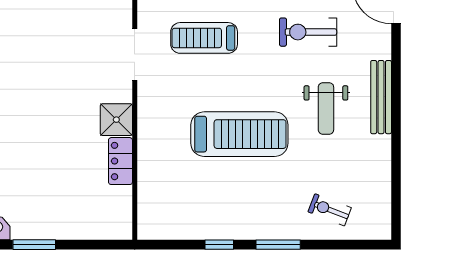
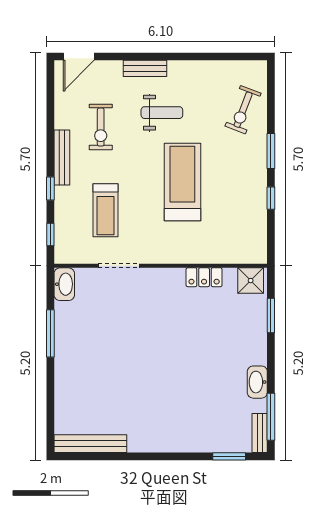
bench: (381, 97) -> (145, 68), width x0.73
shower: (116, 120) -> (251, 281), moved
exercise bike: (330, 210) -> (243, 110), width x1.38, depth x1.39
window: (34, 245) -> (271, 315), moved

